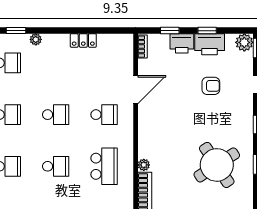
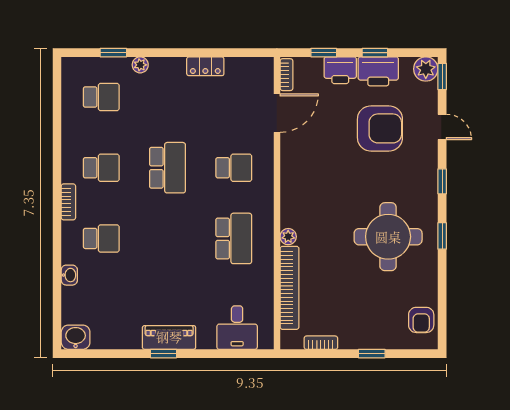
armchair: (211, 86) -> (380, 128), width x1.88, depth x1.88
door: (136, 90) -> (277, 113), moved
school desk: (56, 115) -> (167, 168), width x1.85
round table: (217, 165) -> (388, 237), turned 33
school desk: (56, 166) -> (167, 238), removed

